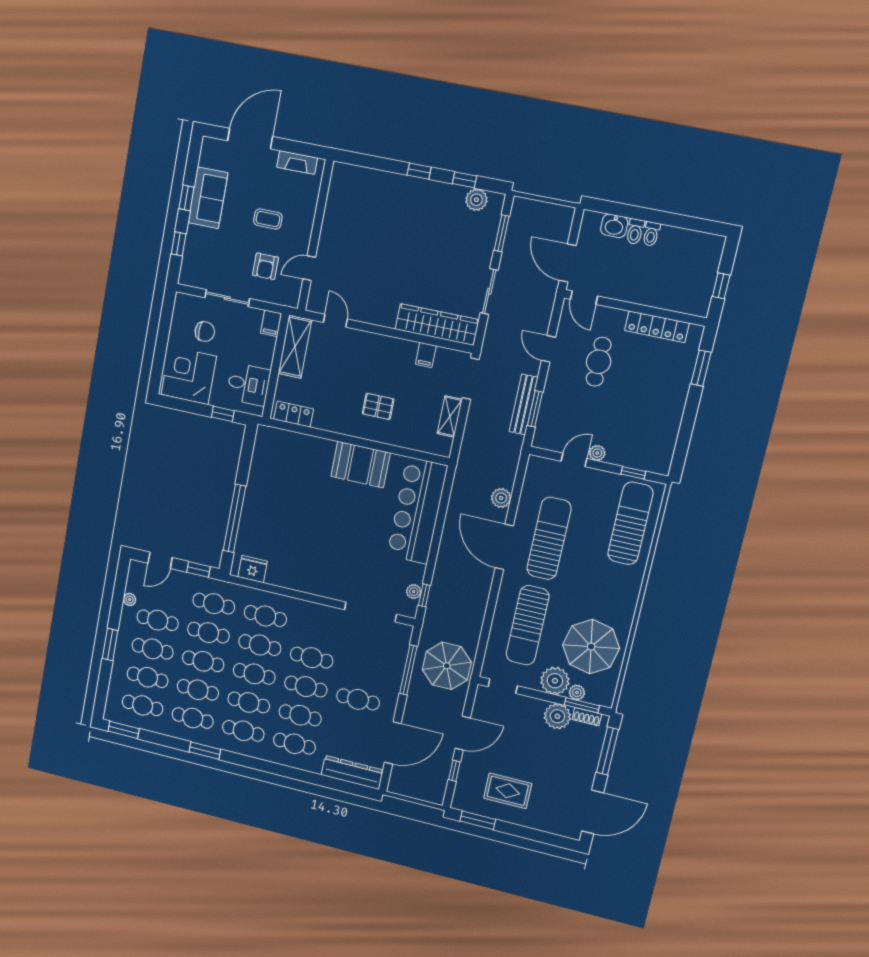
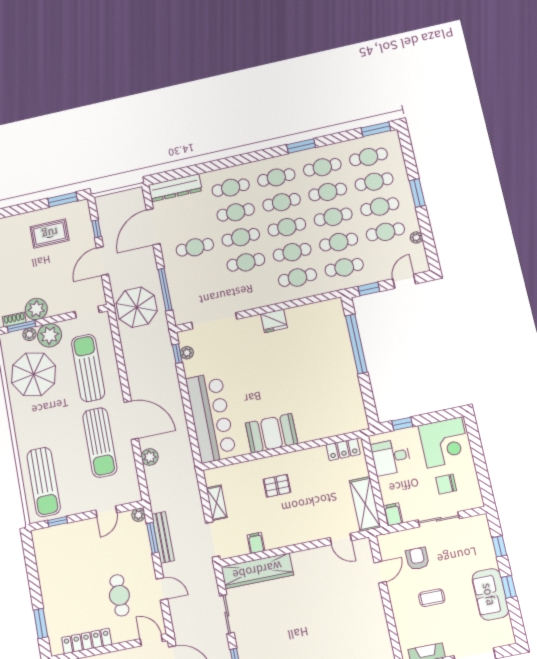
plant: (597, 453) -> (138, 515), moved
fridge: (253, 569) -> (274, 321), moved

